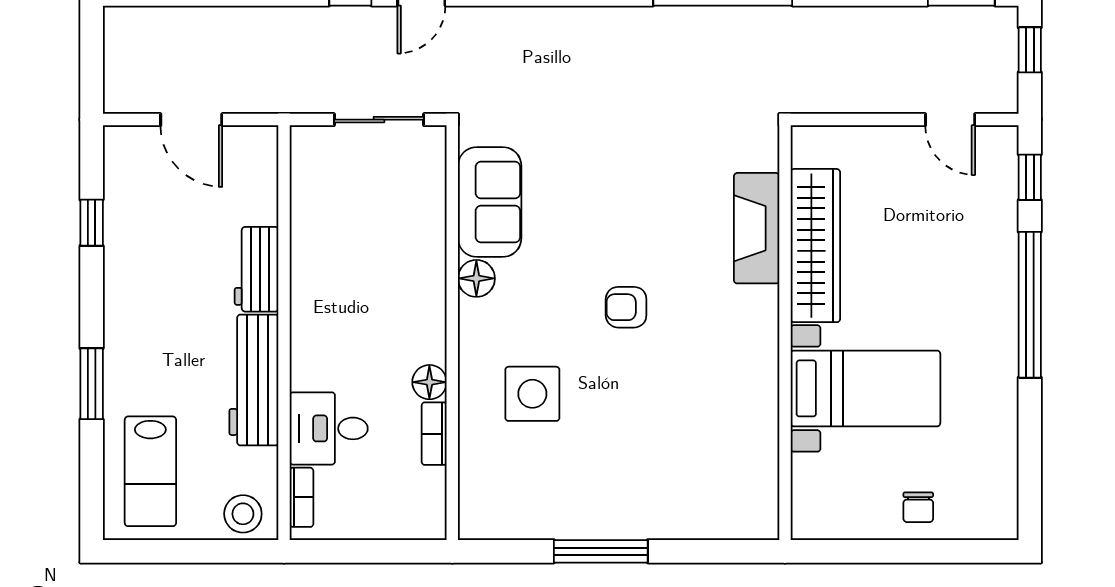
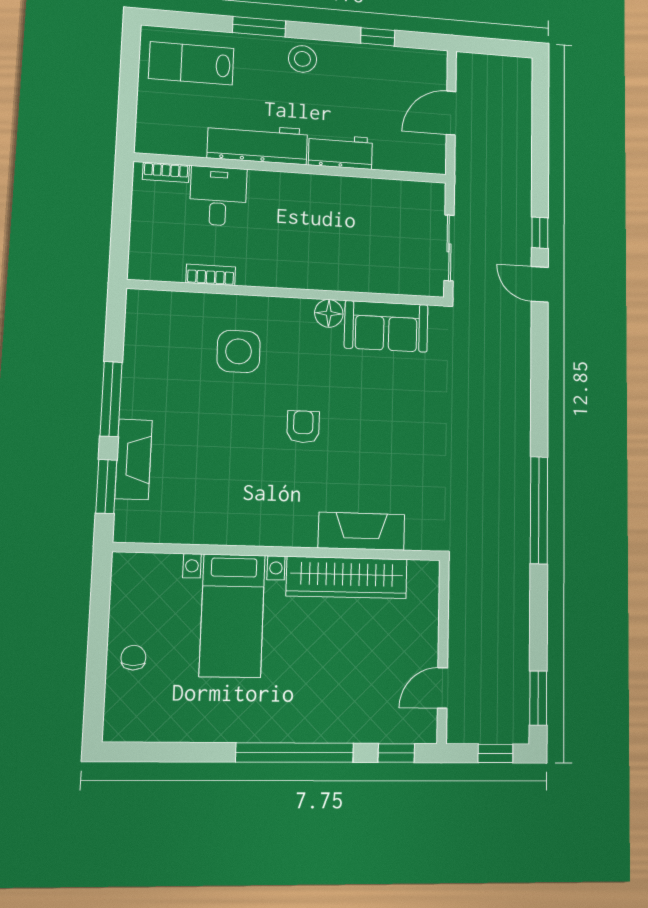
floor lamp: (429, 382) -> (251, 274), removed
chair: (918, 507) -> (133, 658), turned 90
stool: (243, 514) -> (302, 59), moved
fireplace: (676, 520) -> (134, 459), added
window: (711, 551) -> (106, 486), added

